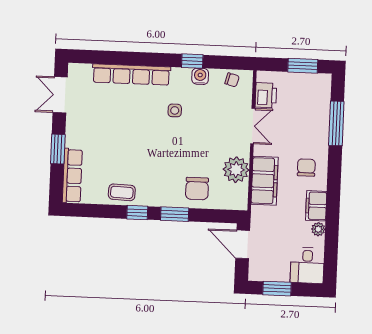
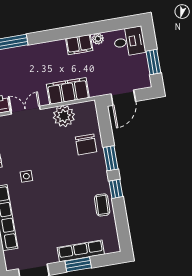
chair: (306, 168) -> (50, 59), removed
row of seats: (72, 176) -> (81, 251), moved
chair: (197, 189) -> (86, 144), turned 90

